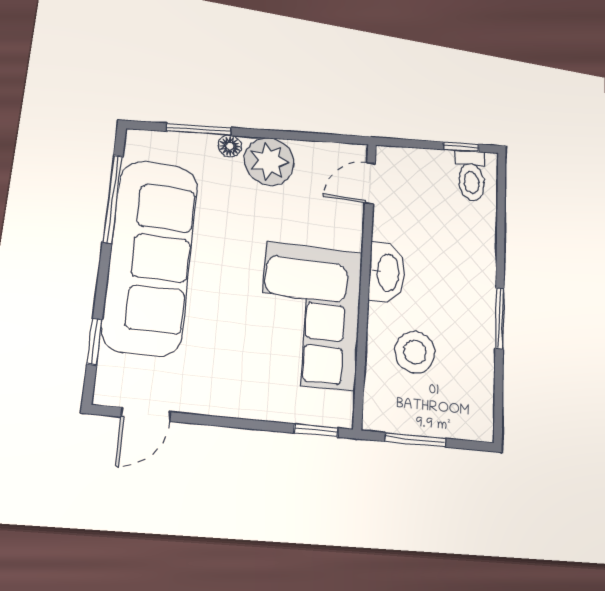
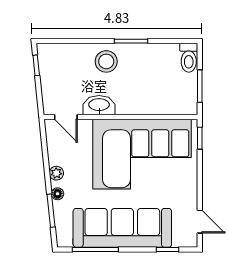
plant: (269, 161) -> (56, 173), width x0.53, depth x0.53
toilet: (471, 176) -> (189, 58), moved, turned 96
washbasin: (387, 272) -> (99, 105), moved
corner sofa: (310, 315) -> (142, 154), width x1.36, depth x1.36
stool: (415, 352) -> (106, 61), moved

